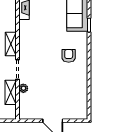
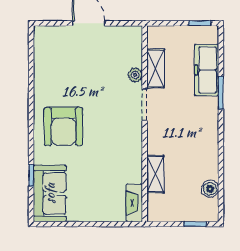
shelving: (11, 44) -> (155, 174), moved
armchair: (69, 56) -> (63, 126), width x1.88, depth x1.88

